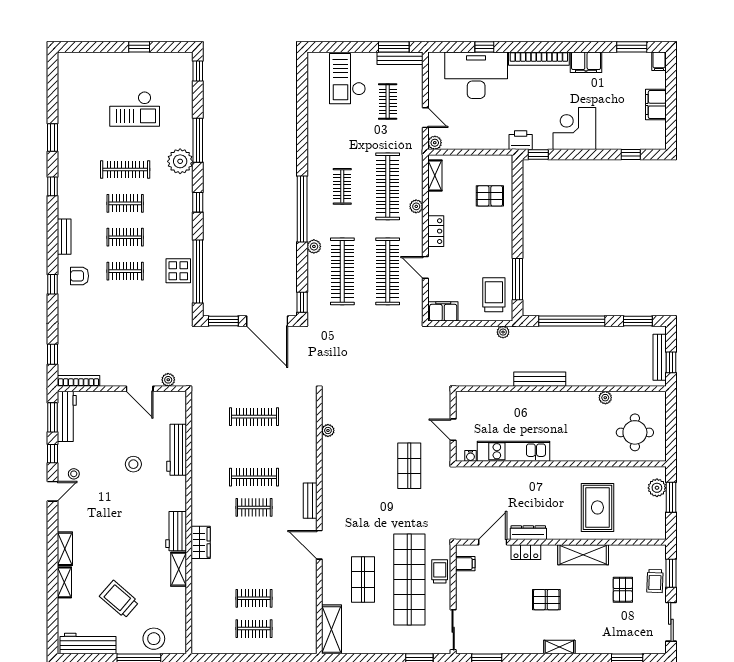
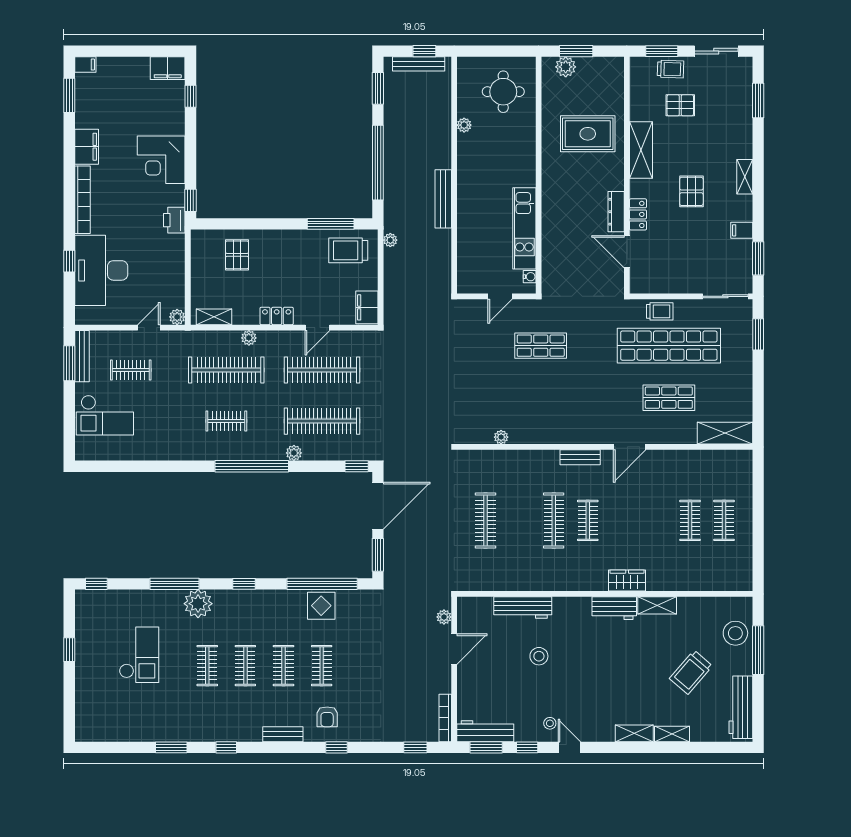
filing cabinet: (656, 105) -> (168, 68), moved
clothes rail: (125, 169) -> (207, 666), width x0.73
filing cabinet: (465, 564) -> (742, 230), moved, turned -90
trolley: (440, 571) -> (660, 311), turned 180

